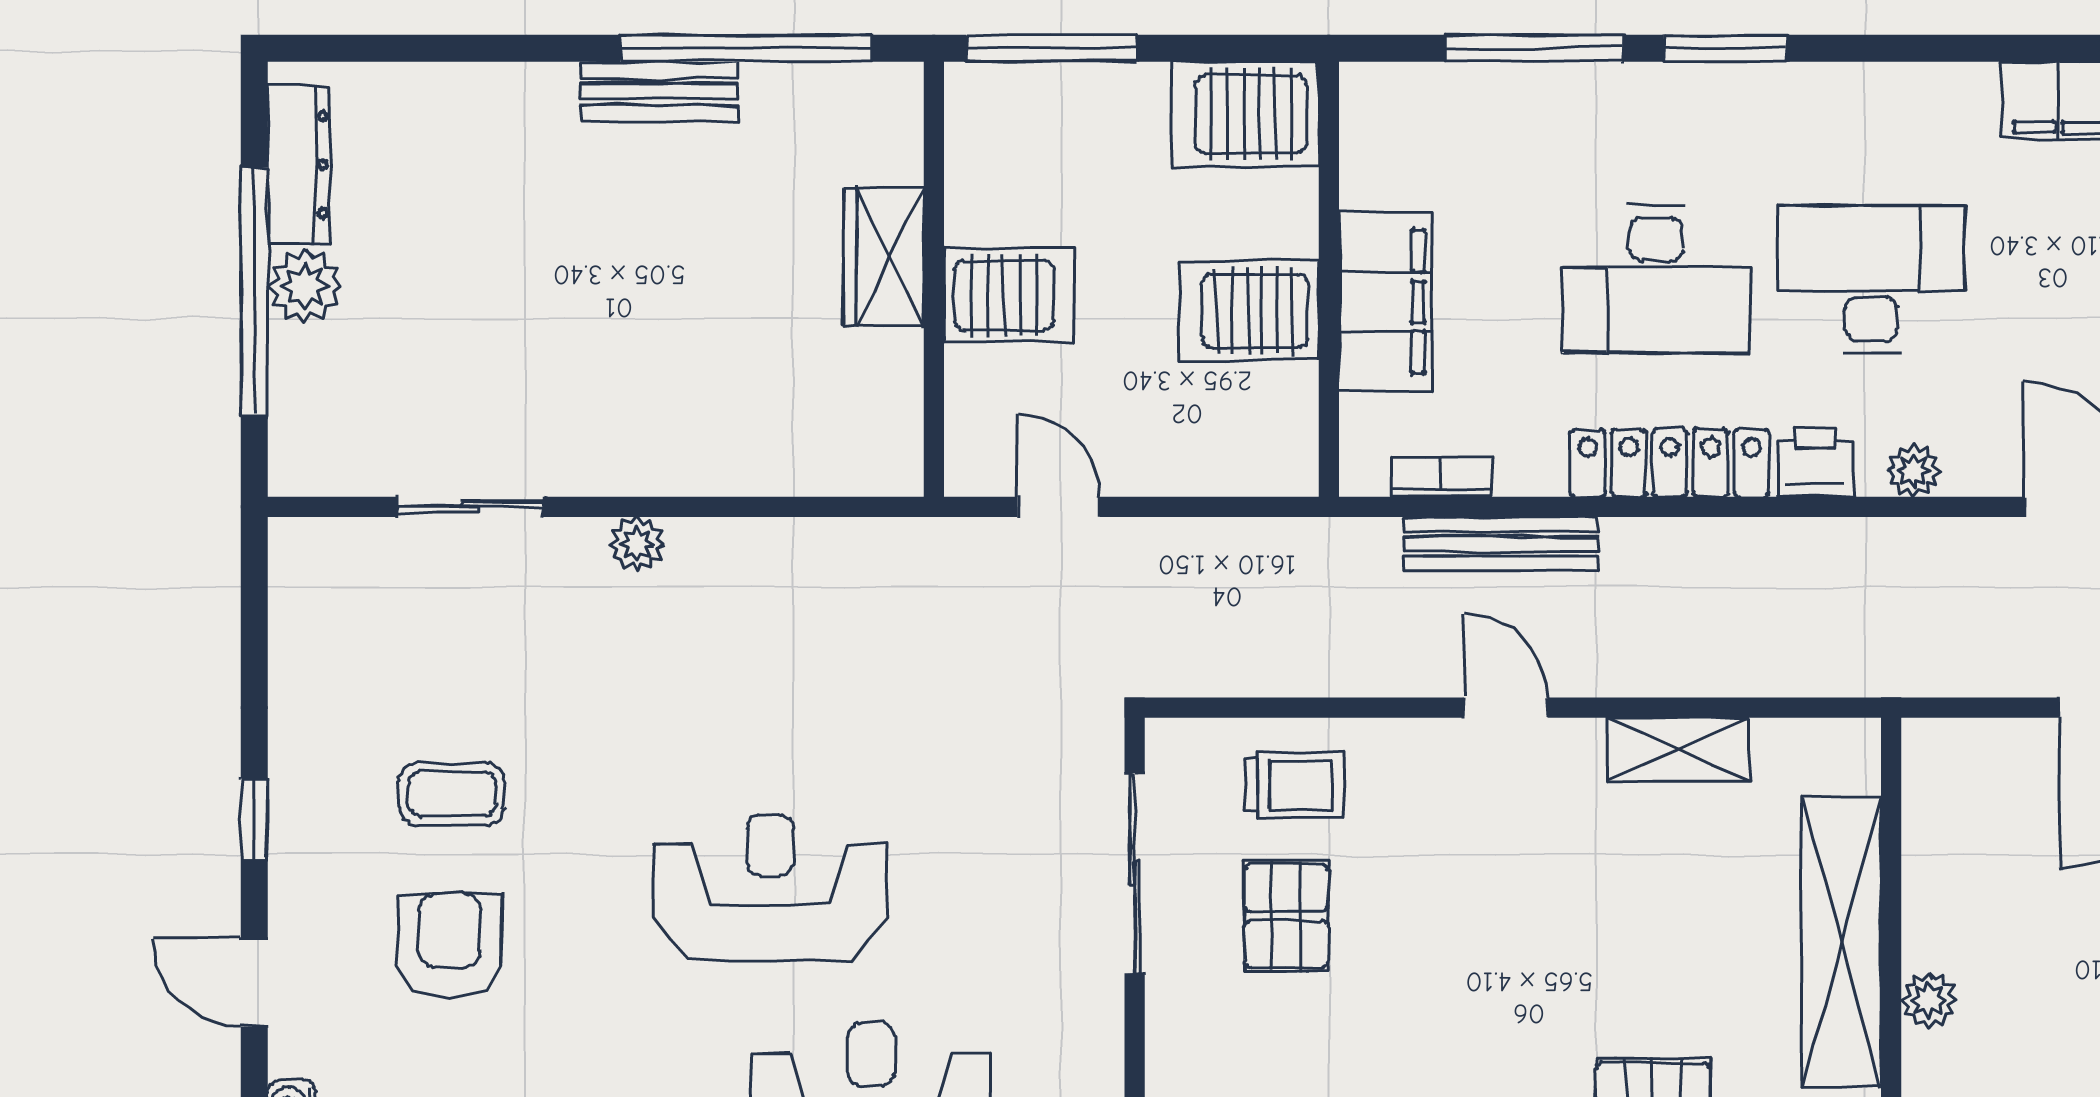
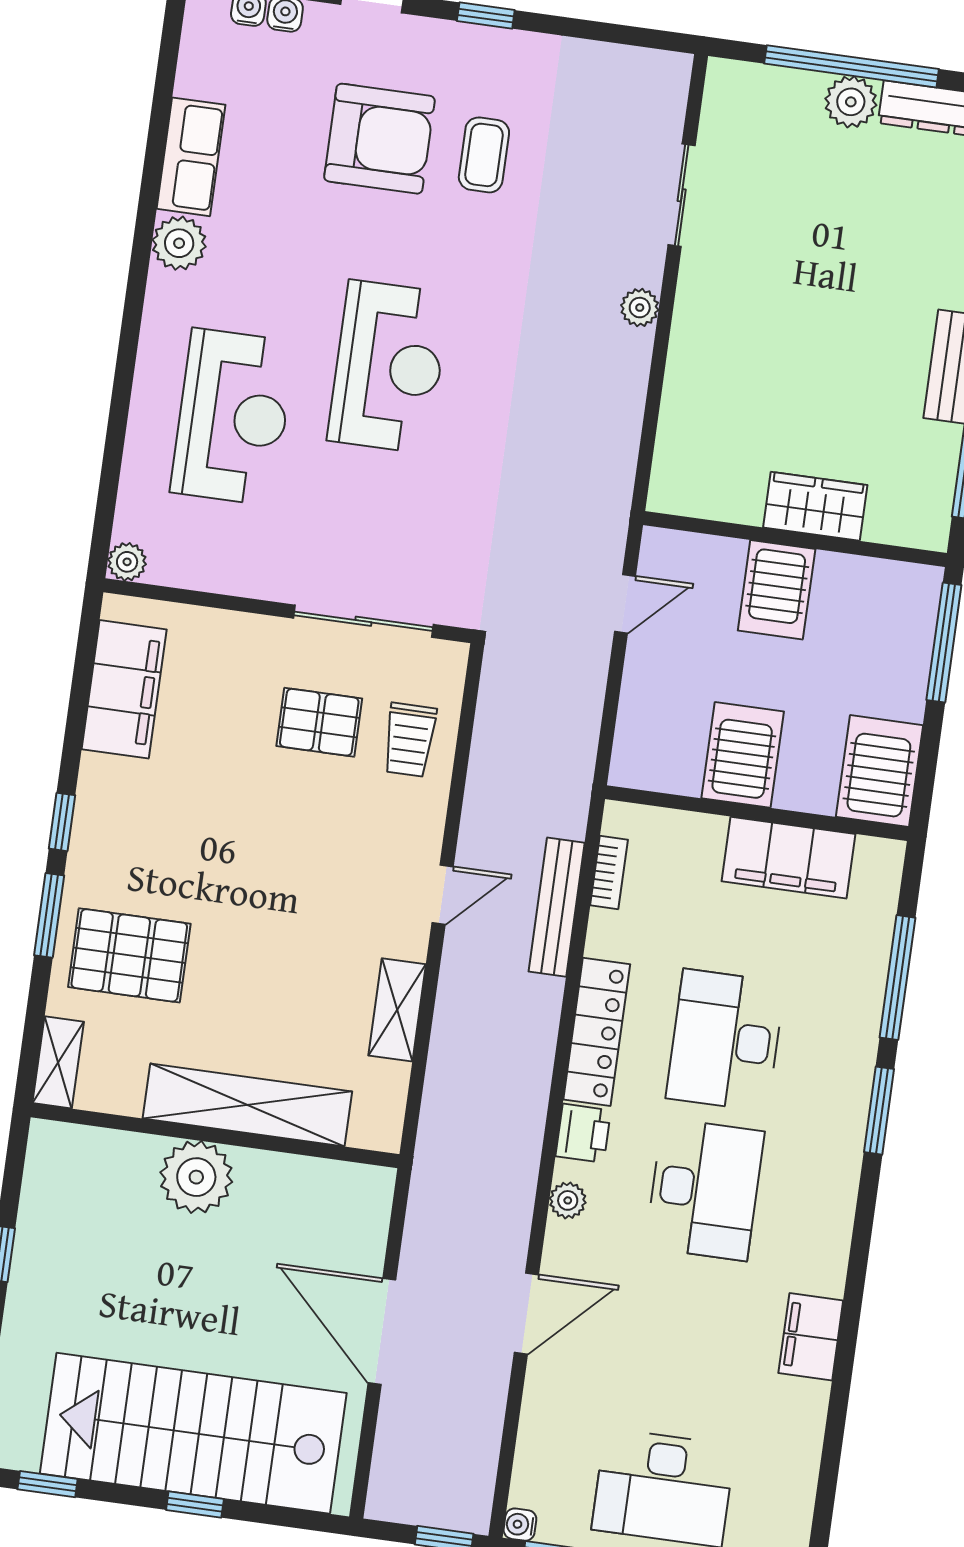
filing cabinet: (1386, 302) -> (789, 858), moved
armchair: (449, 945) -> (379, 139), width x1.36, depth x1.36
plant: (1929, 1000) -> (196, 1177), width x1.88, depth x1.88

